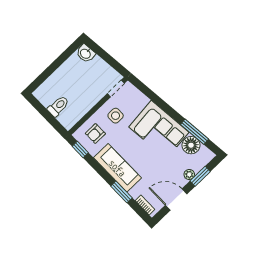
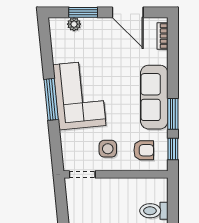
window: (195, 132) -> (51, 99), moved
floor lamp: (191, 145) -> (63, 51), removed
plant: (189, 174) -> (74, 24), moved
window: (121, 192) -> (173, 114), moved

